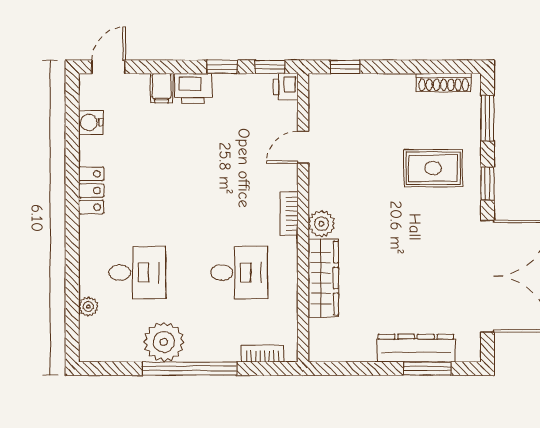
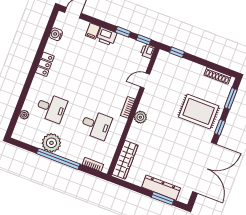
rug: (433, 168) -> (199, 111), width x1.36, depth x1.43
wardrobe: (323, 278) -> (125, 160), moved

